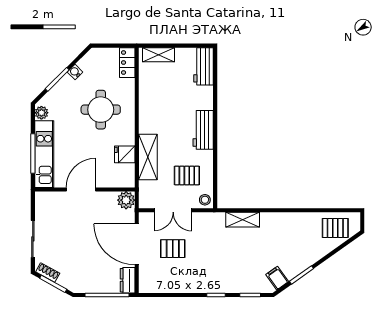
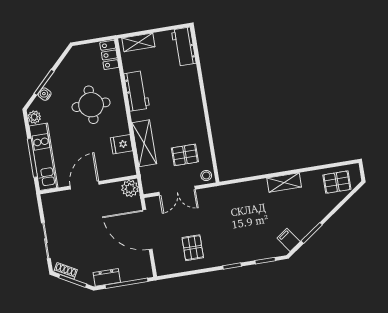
water cooler: (75, 72) -> (45, 94), moved
workbench: (203, 130) -> (137, 91), moved, turned 180
shelving: (243, 220) -> (284, 183), moved
pallet: (173, 249) -> (193, 248), moved, turned 90
dresser: (128, 280) -> (107, 277), moved, turned 90

